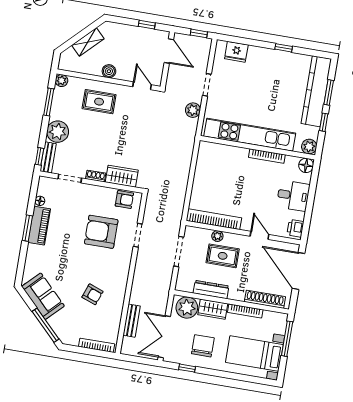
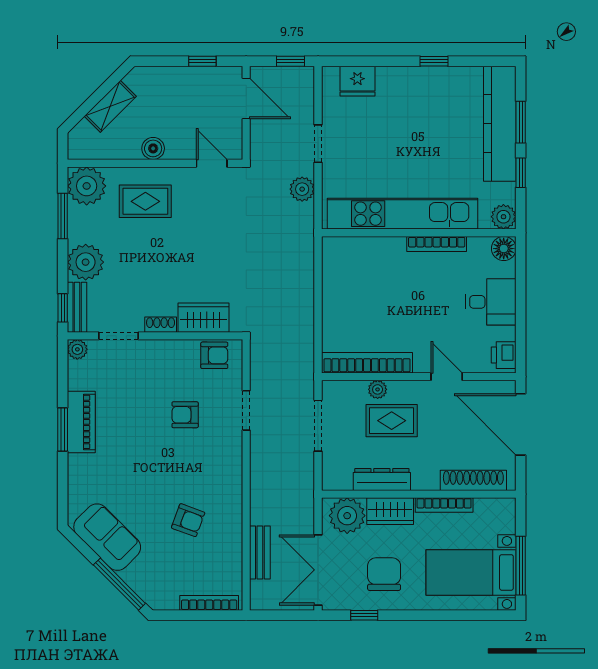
plant: (62, 81) -> (87, 186), width x1.88, depth x1.88
plant: (44, 182) -> (77, 349), added
floor lamp: (40, 201) -> (76, 381), removed
armchair: (101, 232) -> (185, 415), width x0.53, depth x0.53
window: (287, 339) -> (521, 566), moved

